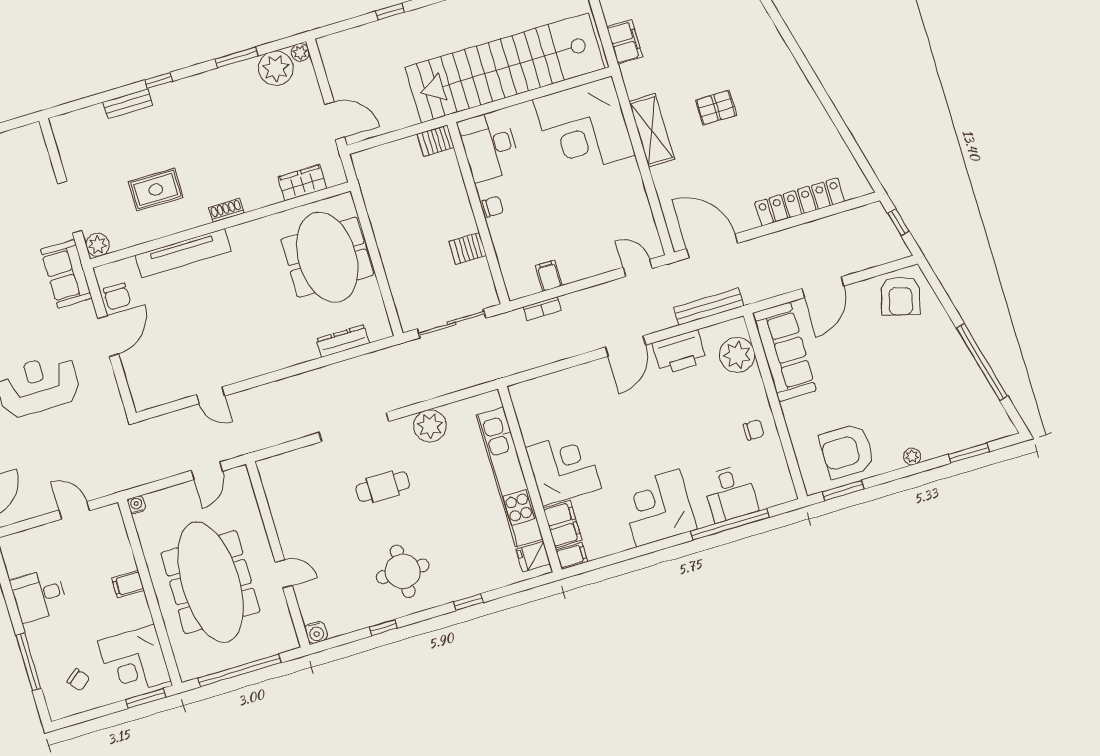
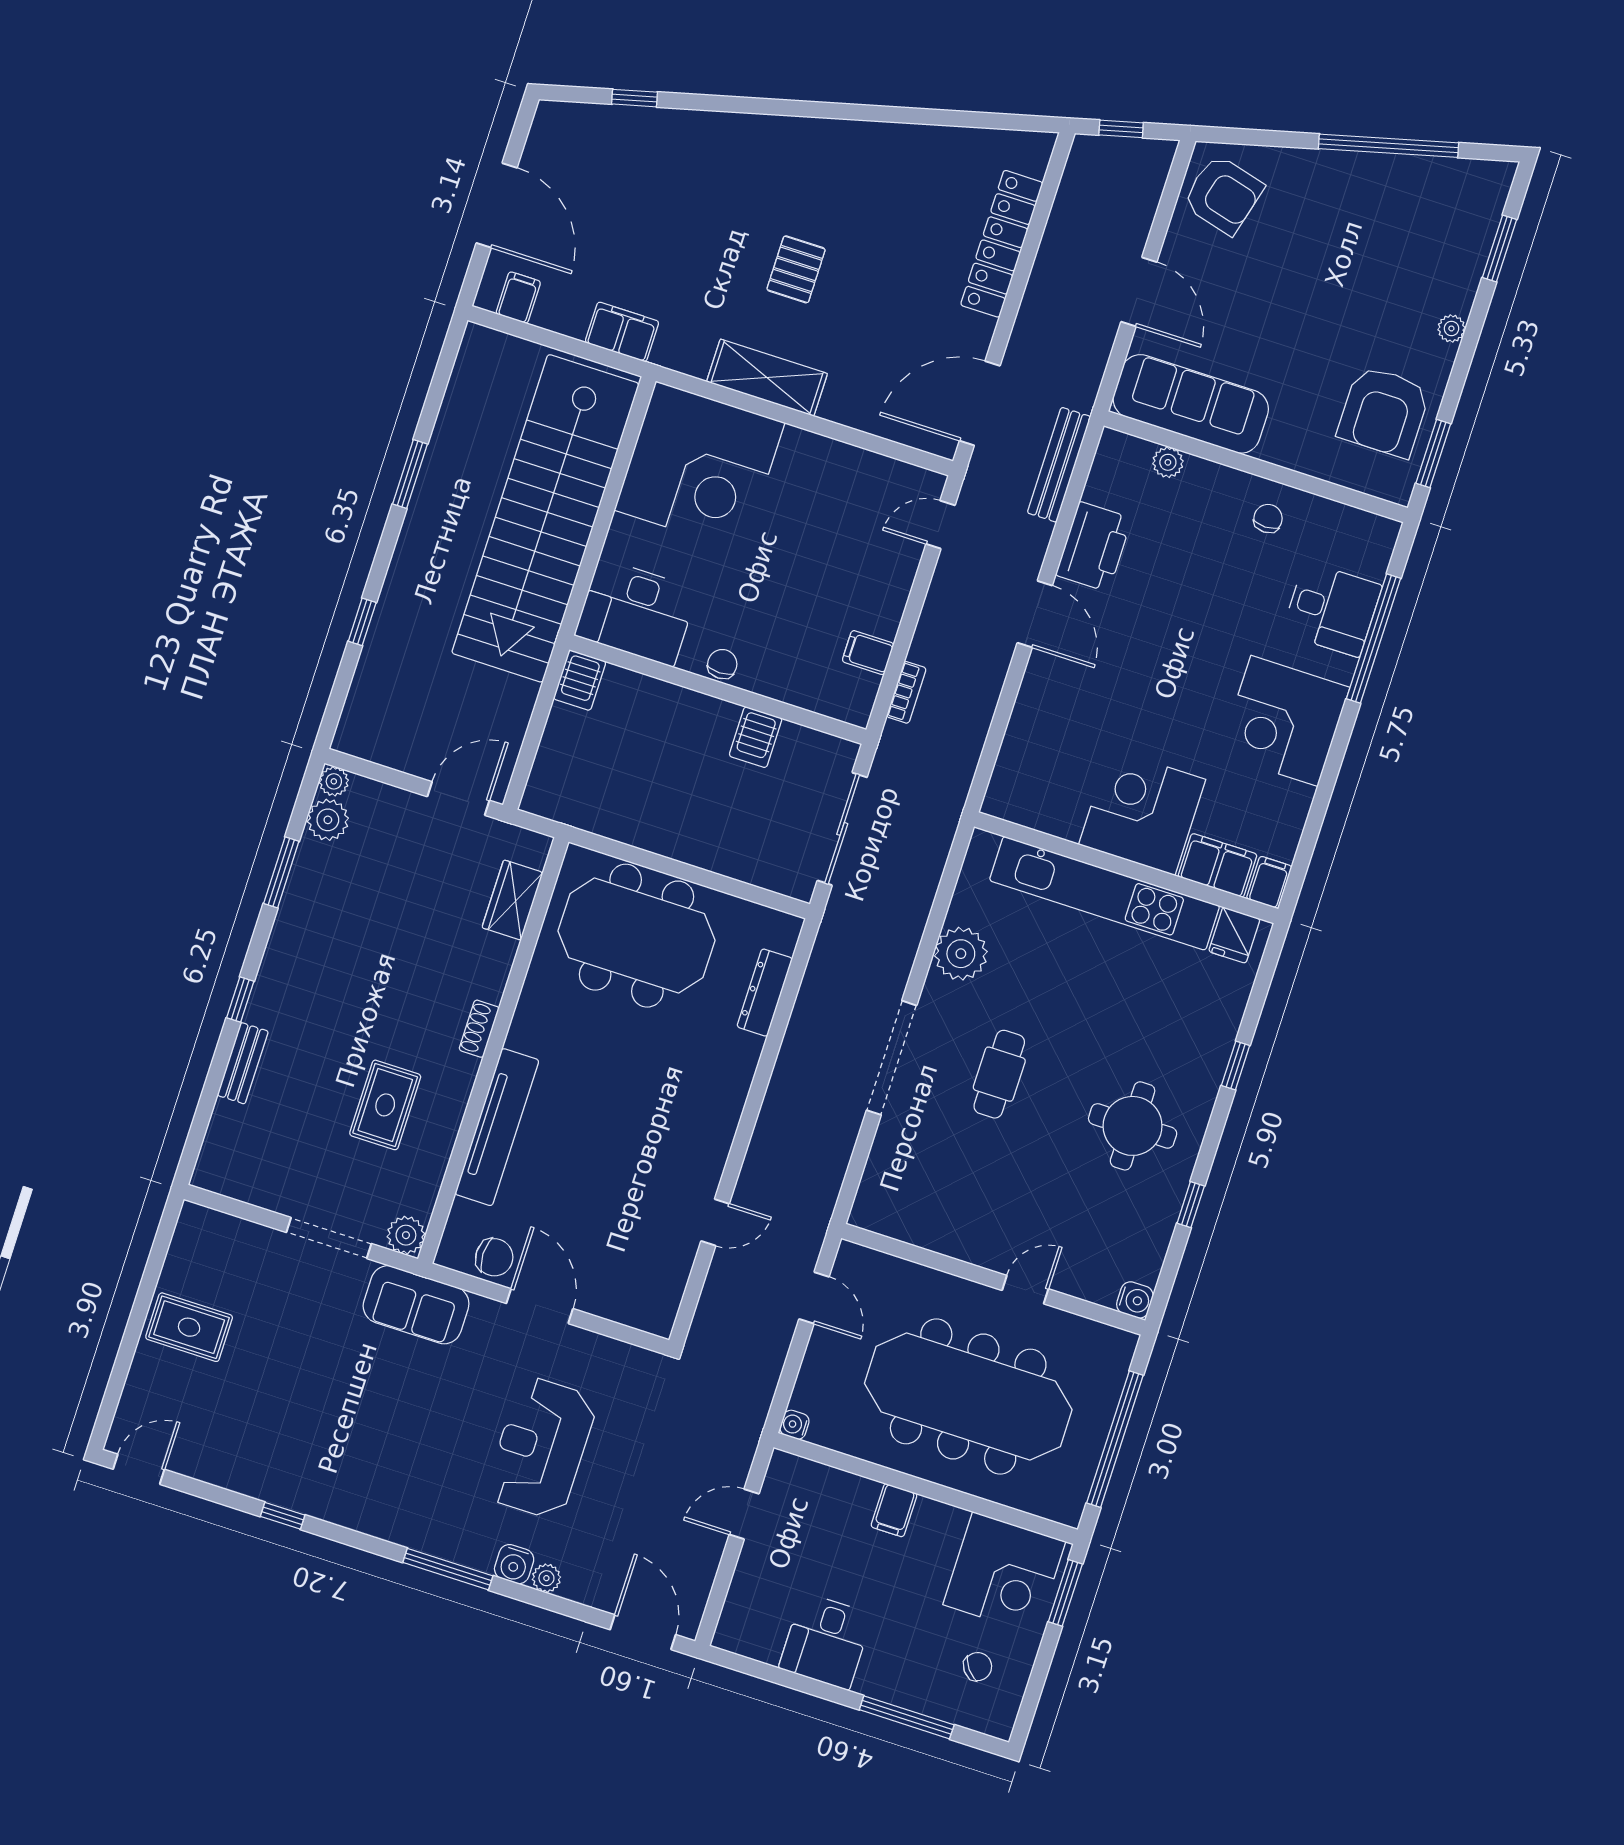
plant: (276, 68) -> (328, 820), width x0.73, depth x0.73
plant: (737, 355) -> (1168, 462), width x0.53, depth x0.53

